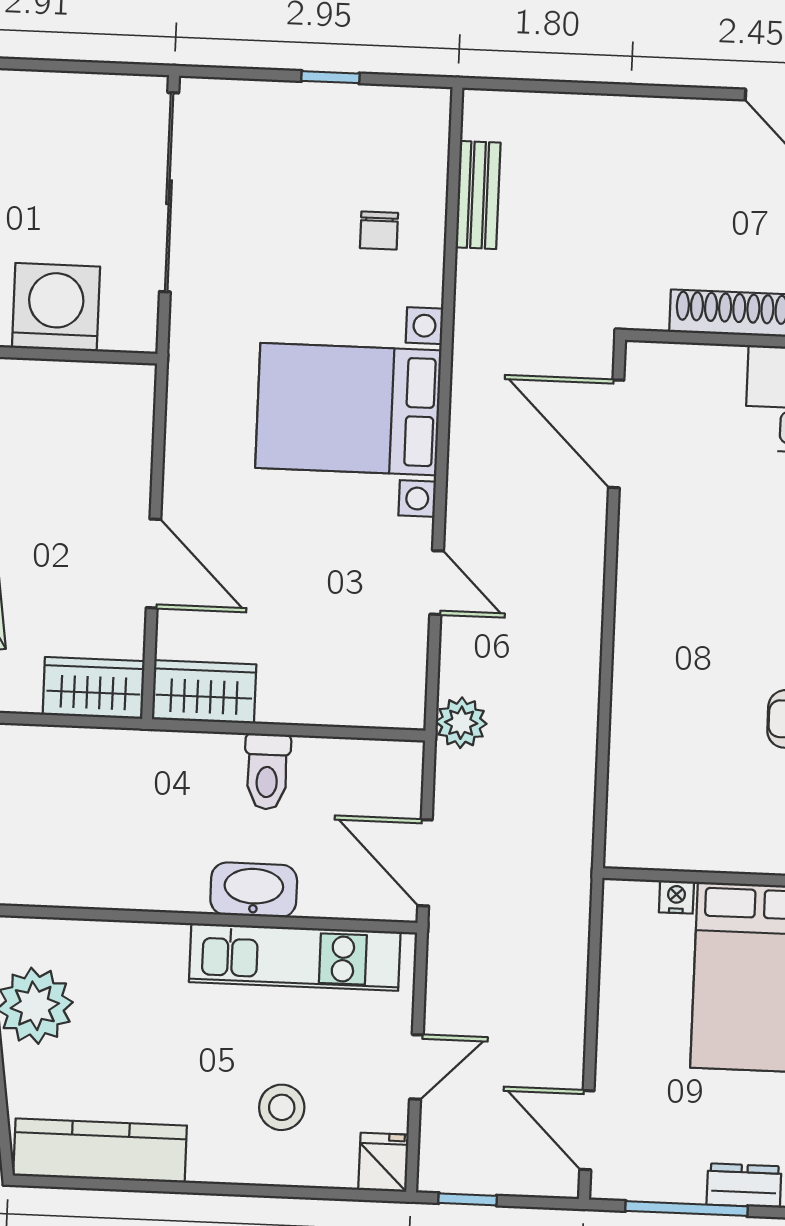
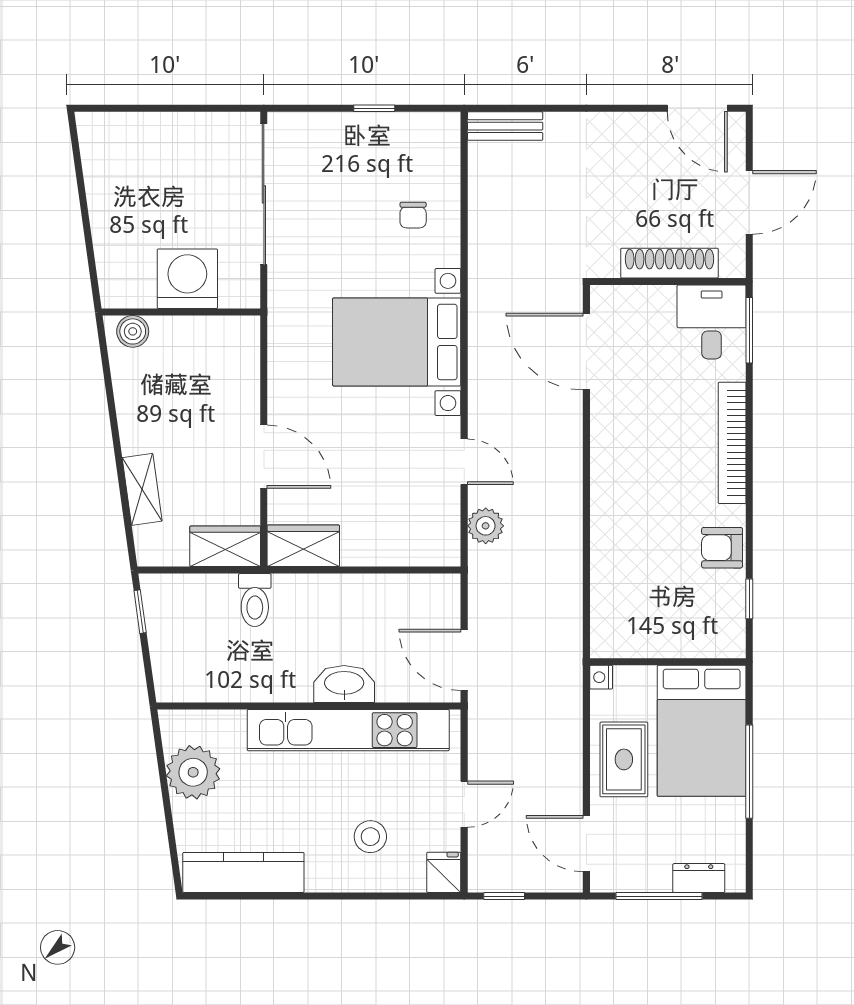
bench: (478, 195) -> (505, 126), moved, turned 90
plant: (461, 723) -> (486, 526), moved
toilet: (267, 771) -> (255, 600), moved
nightstand: (676, 897) -> (601, 677), moved, turned -90
kitchen unit: (295, 957) -> (348, 730), width x1.36
rug: (645, 1013) -> (624, 759), added

